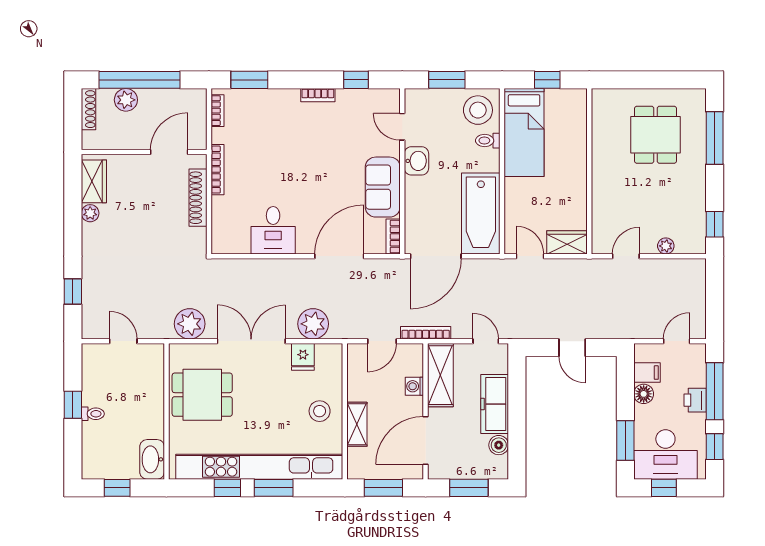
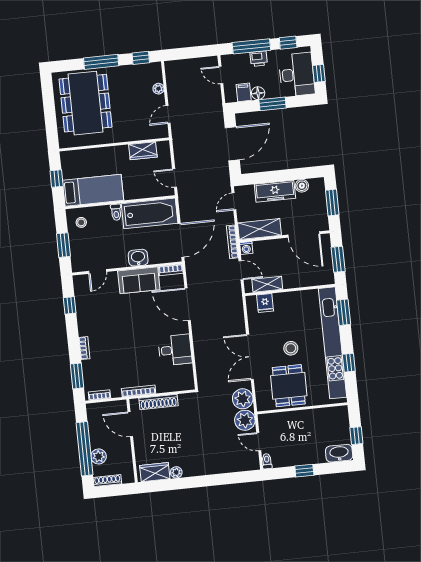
bookcase: (318, 95) -> (84, 348), moved
stool: (478, 110) -> (81, 222), width x0.53, depth x0.53
dining table: (655, 135) -> (85, 103), width x1.88, depth x1.24
window: (715, 138) -> (101, 62), moved
toilet: (488, 141) -> (116, 212), moved
washbasin: (416, 161) -> (138, 258), moved
wardrobe: (567, 242) -> (143, 151), moved, turned -90
door: (436, 256) -> (181, 240), hinge flipped
door: (530, 256) -> (175, 178), hinge flipped
door: (626, 256) -> (168, 114), hinge flipped
window: (73, 292) -> (229, 478), removed
plant: (313, 324) -> (245, 420), moved
door: (123, 341) -> (259, 442), hinge flipped
door: (572, 348) -> (232, 144), width x1.88
fridge: (303, 357) -> (265, 303), moved, turned 90
washing machine: (414, 386) -> (246, 248), moved
stool: (320, 411) -> (291, 348), moved
toilet: (93, 414) -> (267, 461), moved
shelving: (357, 424) -> (267, 284), moved
window: (625, 441) -> (273, 104), moved
washbasin: (152, 459) -> (339, 453), moved, turned 180
window: (274, 488) -> (344, 312), moved

